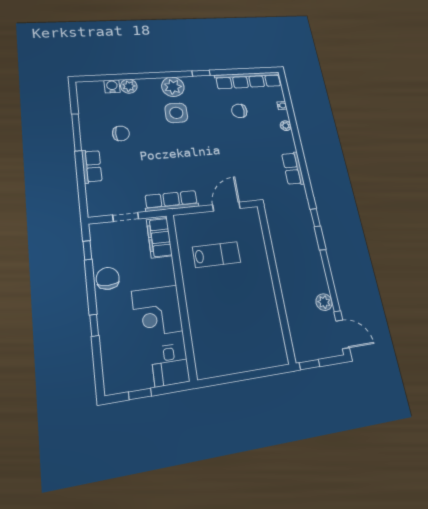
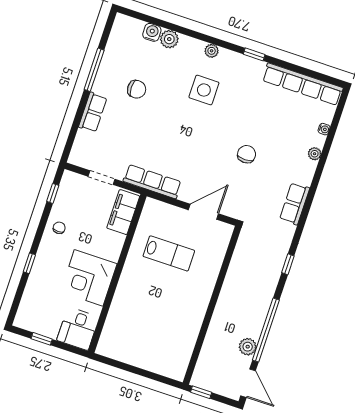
plant: (173, 87) -> (212, 51), width x0.53, depth x0.53
chair: (239, 111) -> (247, 154), moved, turned 90
chair: (108, 278) -> (59, 228), width x0.54, depth x0.54

